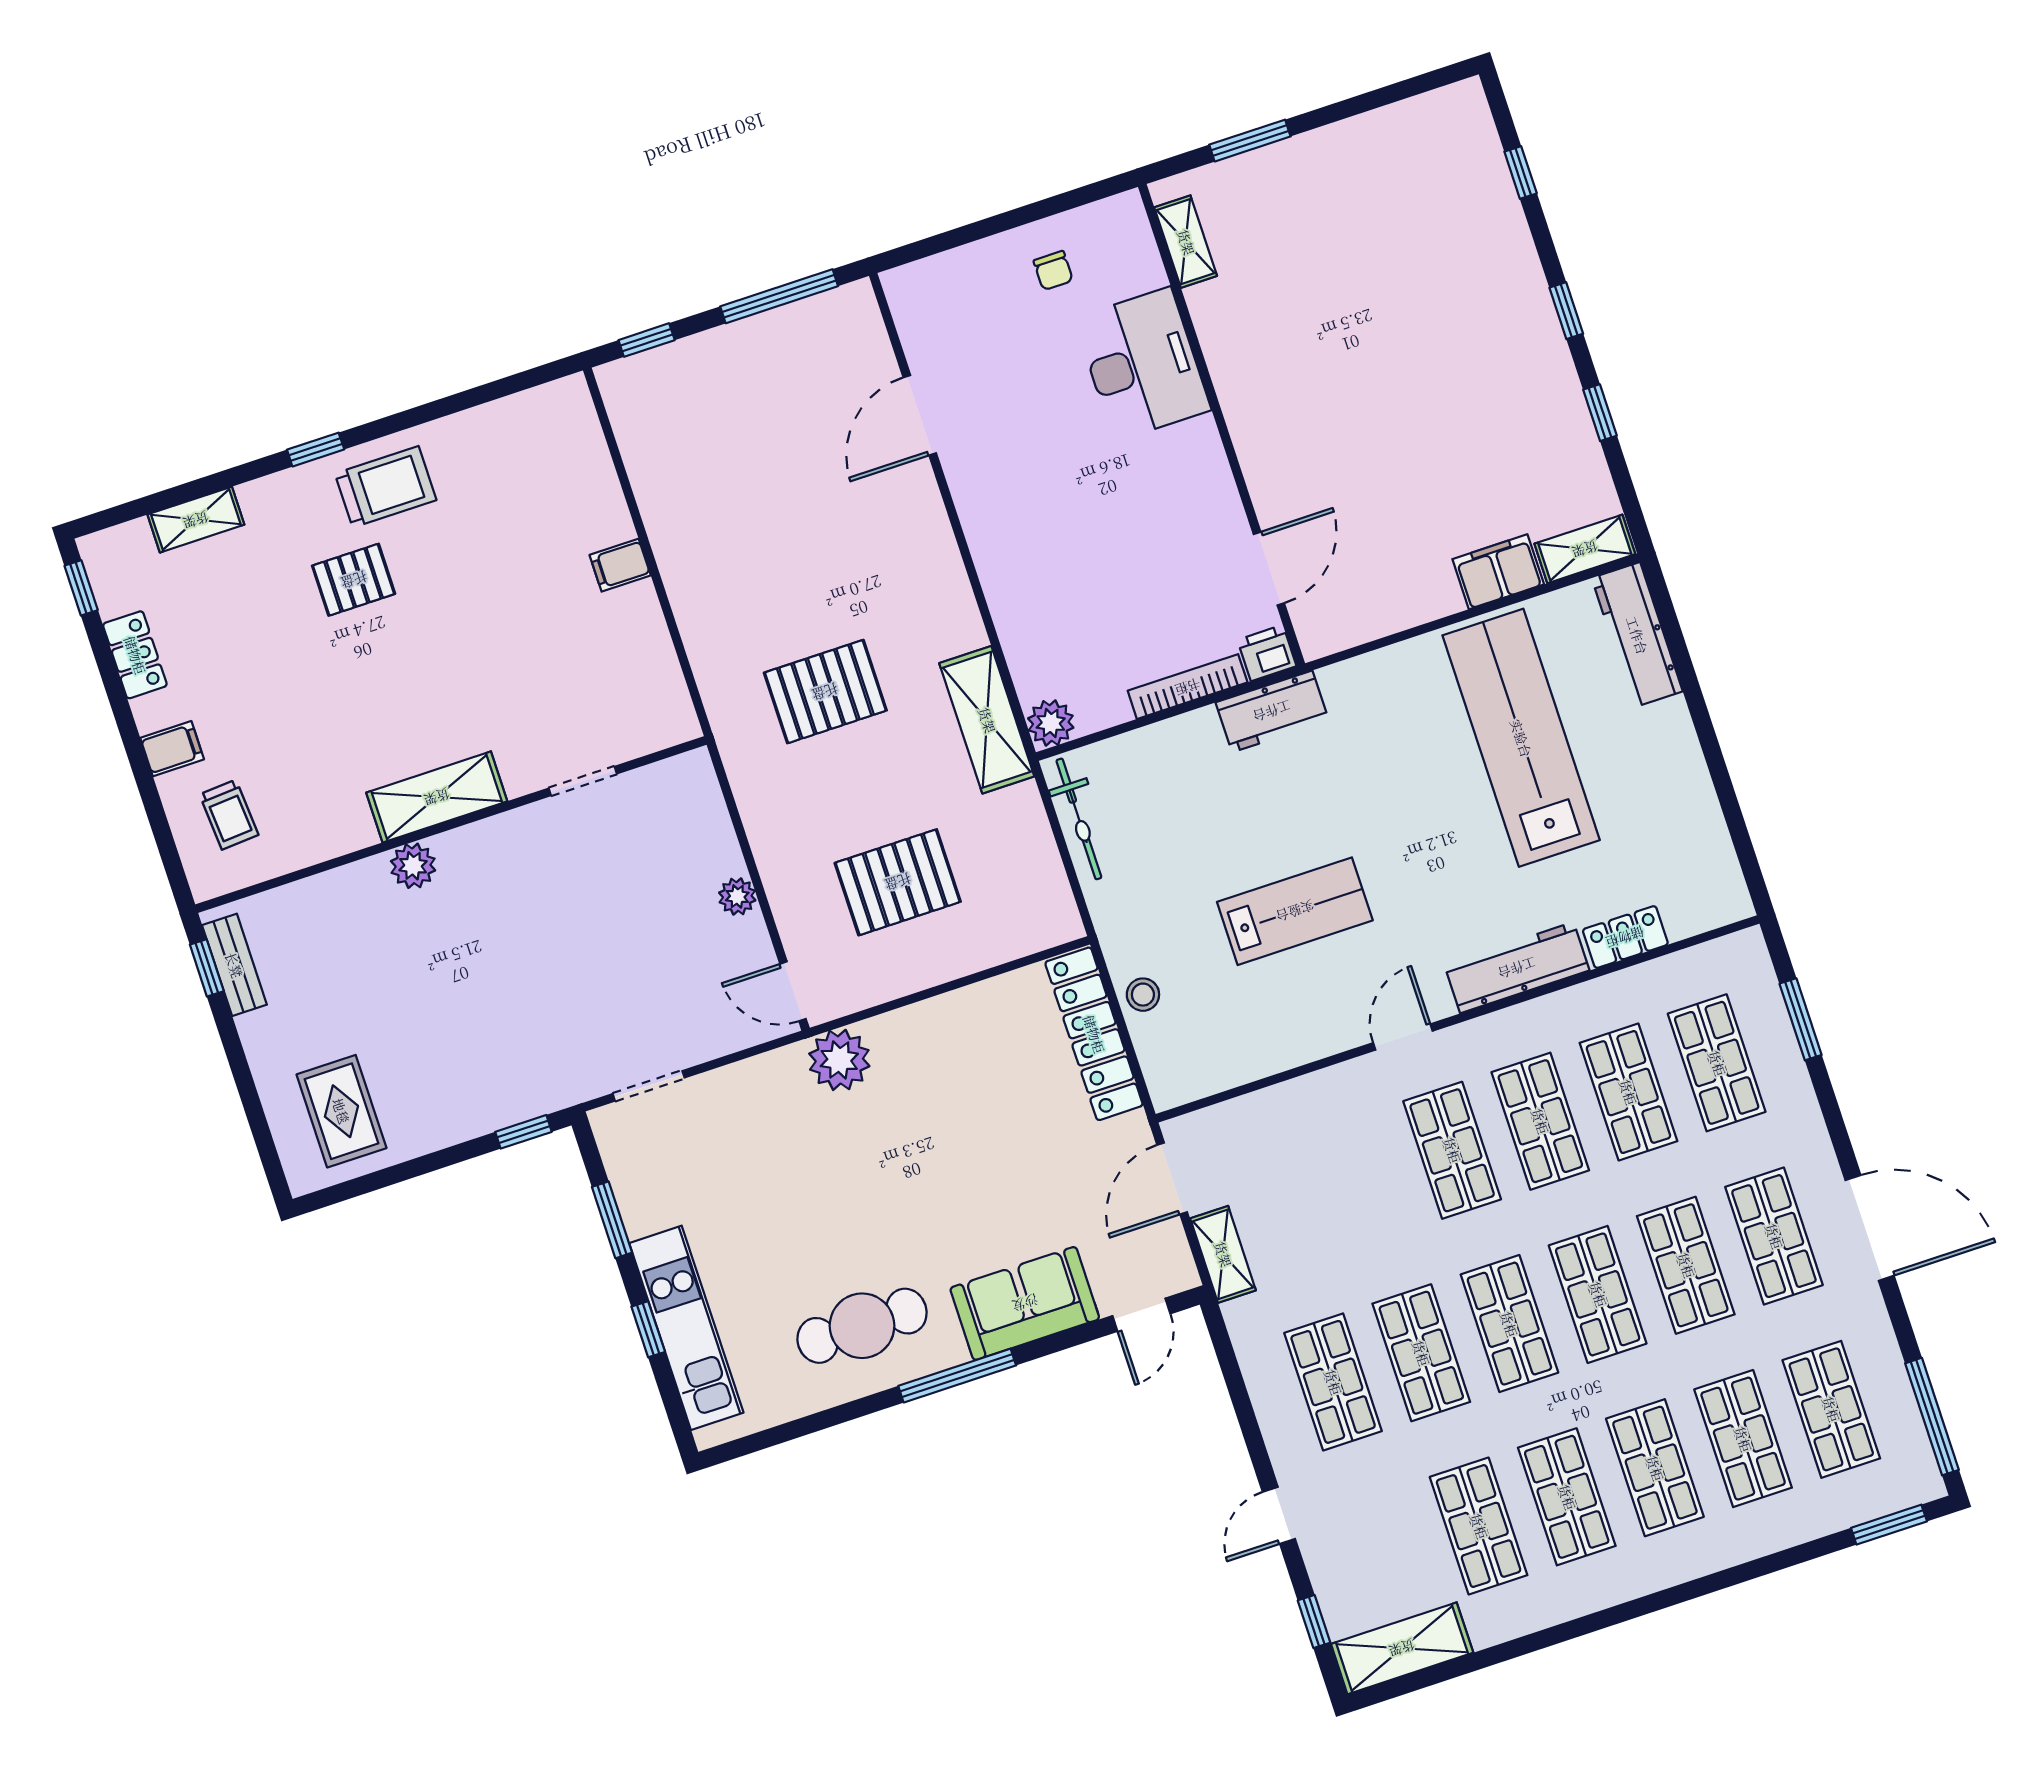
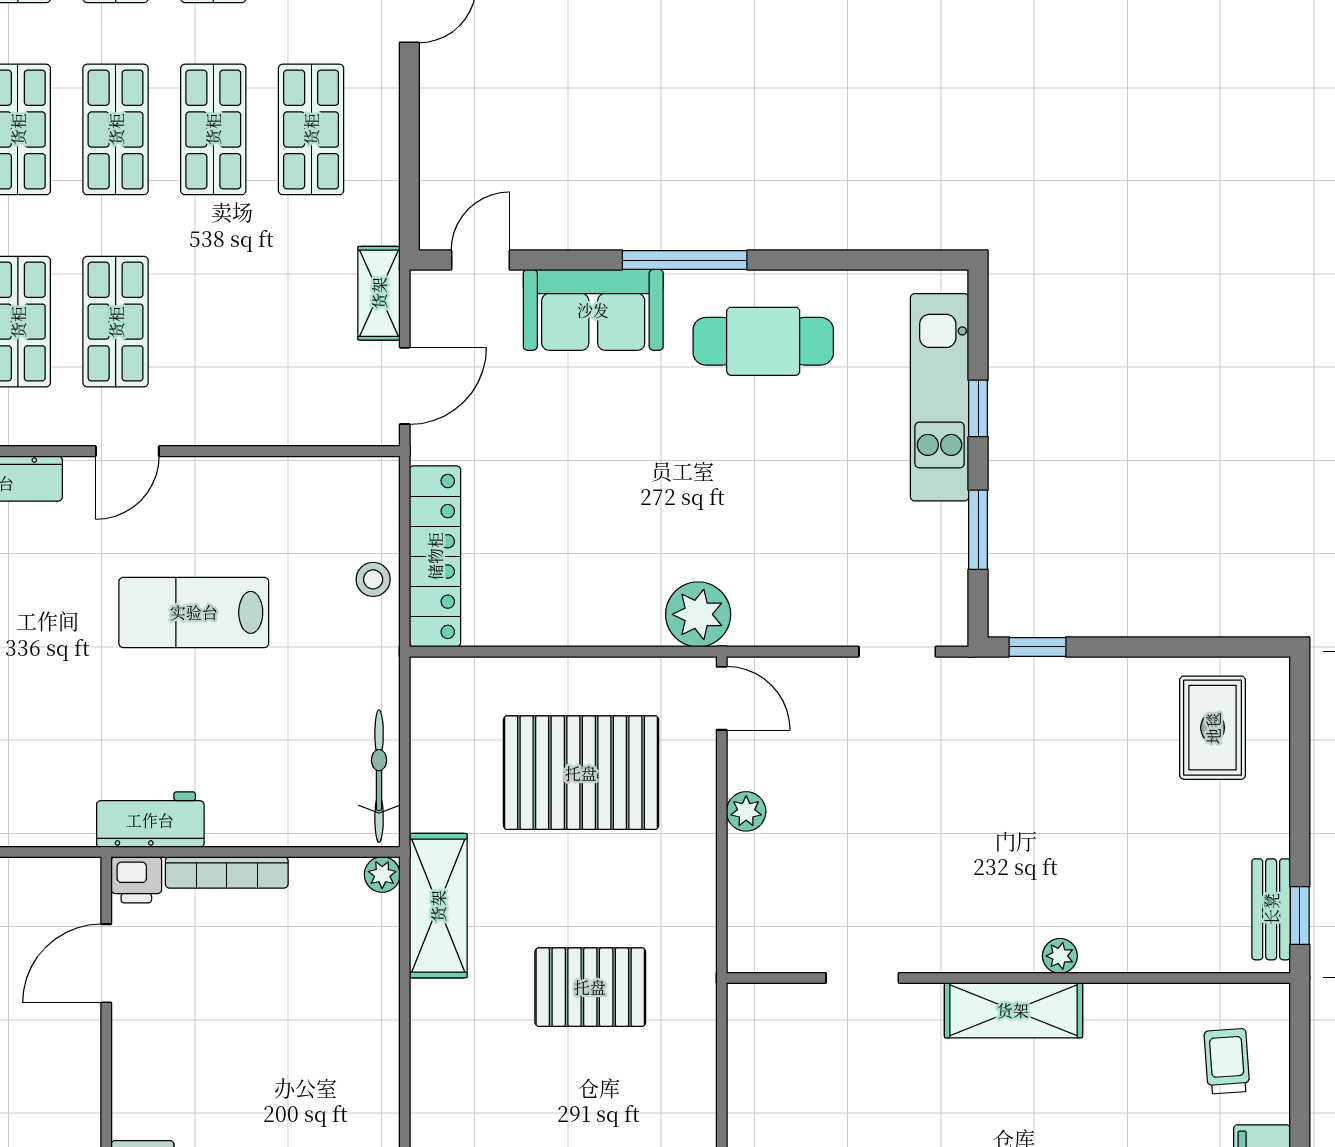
plant: (1051, 723) -> (382, 875), width x0.73, depth x0.73
plant: (413, 866) -> (1060, 956), width x0.73, depth x0.73
pallet: (898, 882) -> (581, 773), width x1.37, depth x1.41

